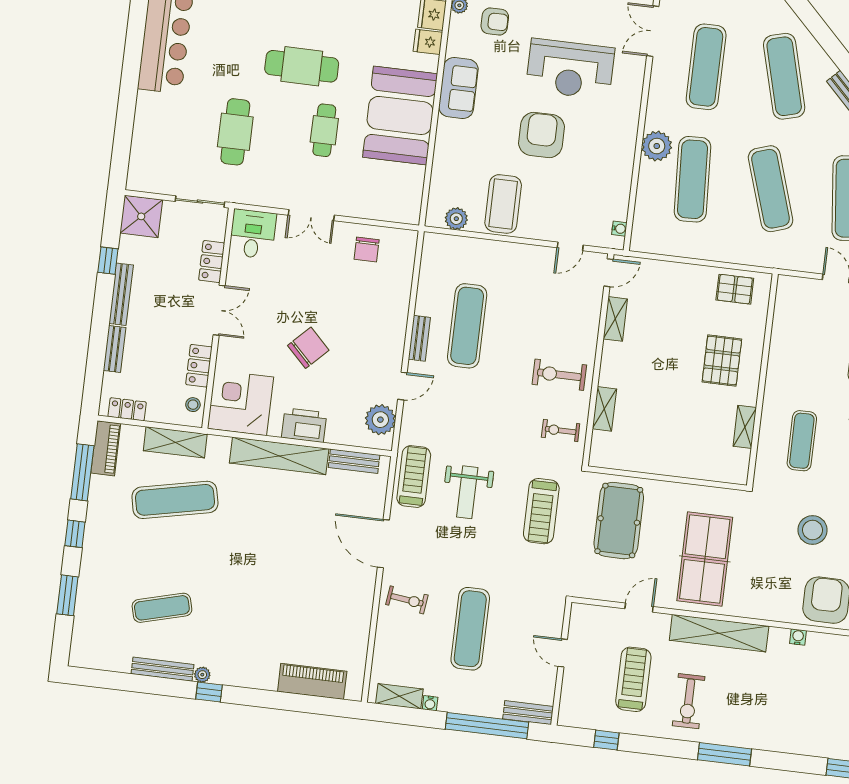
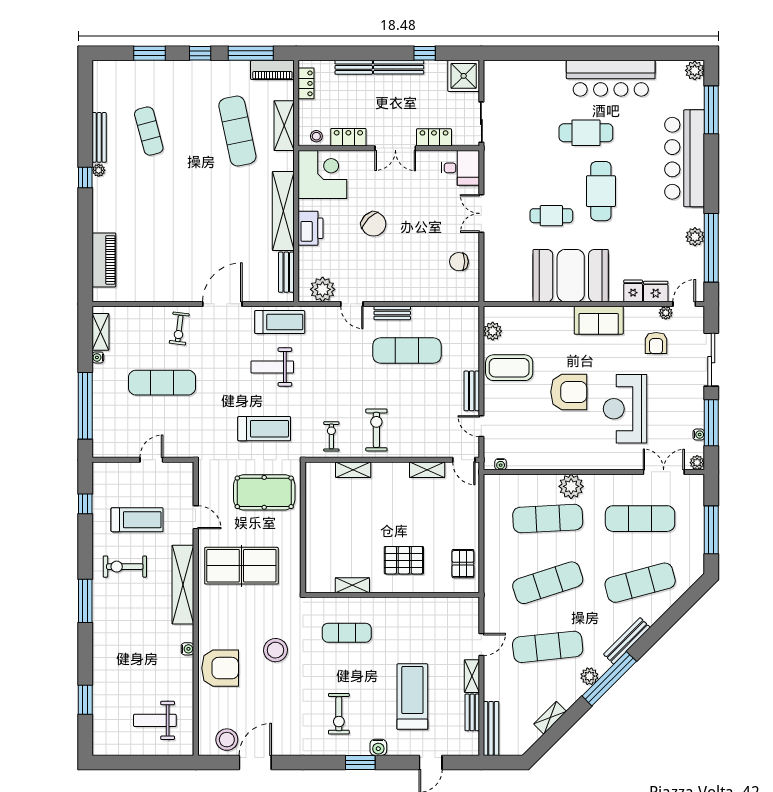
cafe table: (235, 132) -> (586, 133), moved
treadmill: (541, 511) -> (264, 429), turned 180
bench: (528, 713) -> (472, 391), moved

